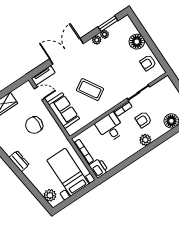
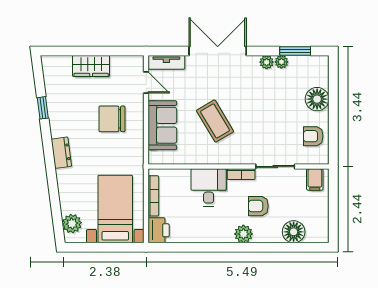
filing cabinet: (164, 85) -> (315, 179), added

